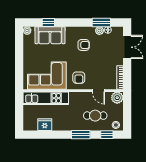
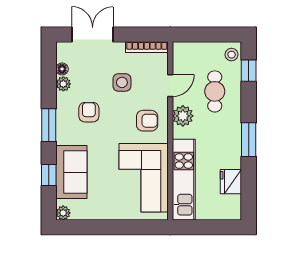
window: (101, 23) -> (49, 125), moved
side table: (100, 64) -> (122, 82), added
plant: (117, 98) -> (183, 116), moved
window: (81, 135) -> (249, 140), moved

